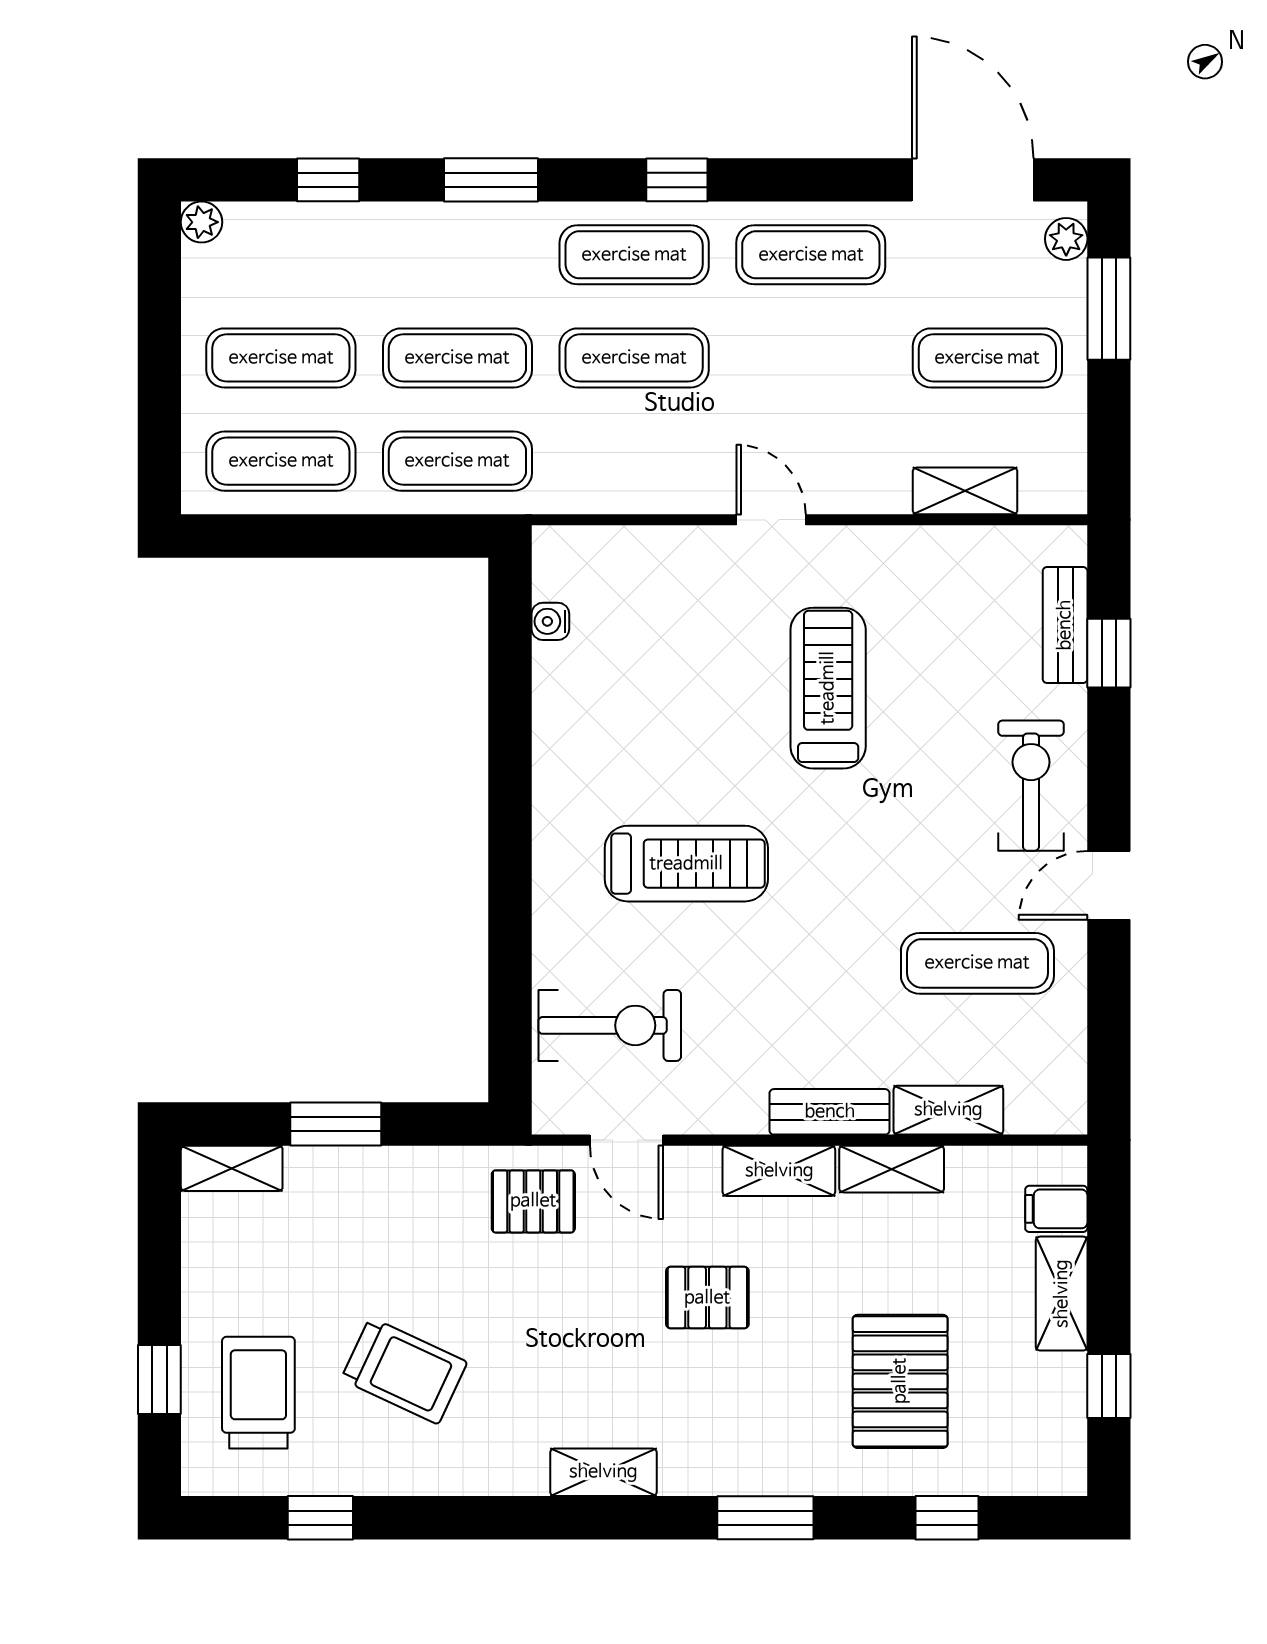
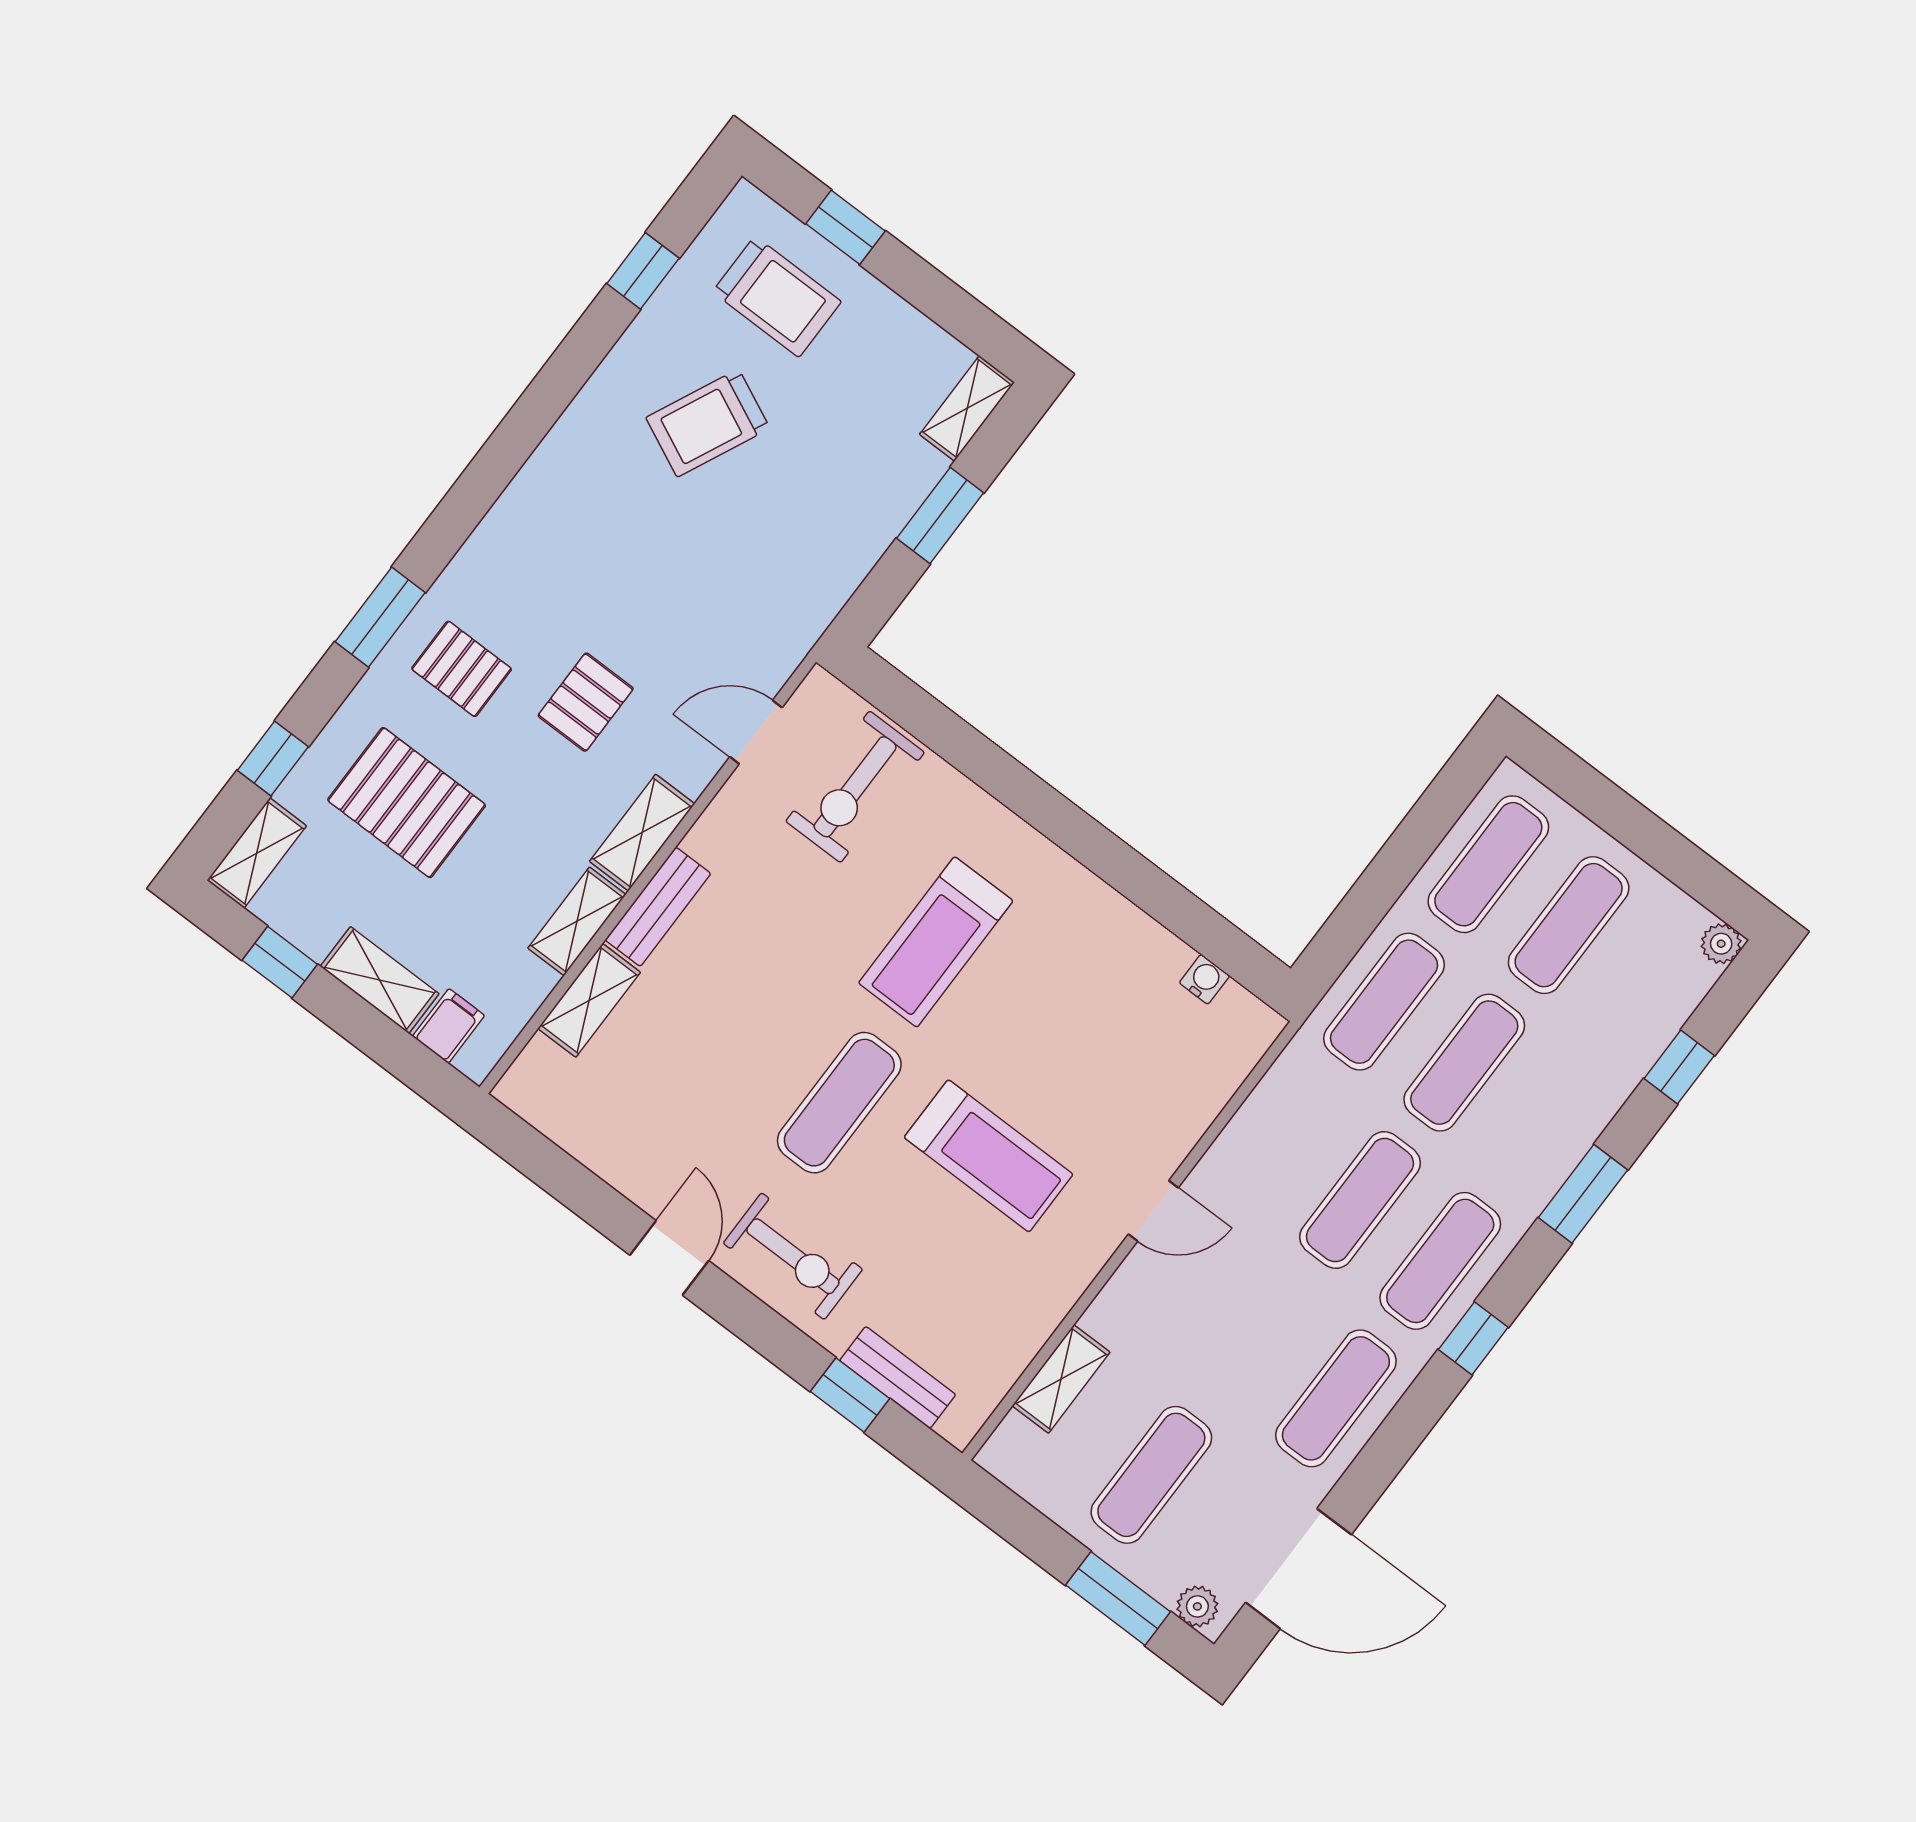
exercise mat: (977, 963) -> (839, 1103), moved
pallet: (533, 1201) -> (462, 669), moved, turned 90
shelving: (603, 1472) -> (257, 853), moved

